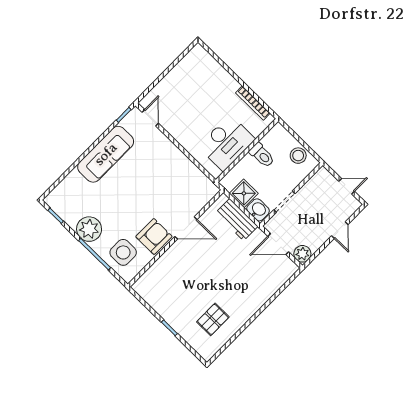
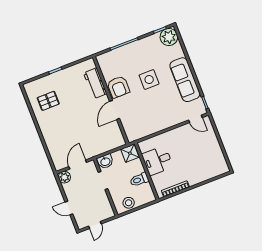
desk: (227, 143) -> (157, 161), width x0.73
shower: (244, 193) -> (130, 153), moved
workbench: (237, 220) -> (95, 83), moved, turned -90
plant: (89, 229) -> (169, 37), moved
side table: (123, 252) -> (149, 79), moved
pallet: (213, 319) -> (48, 101), turned 90

